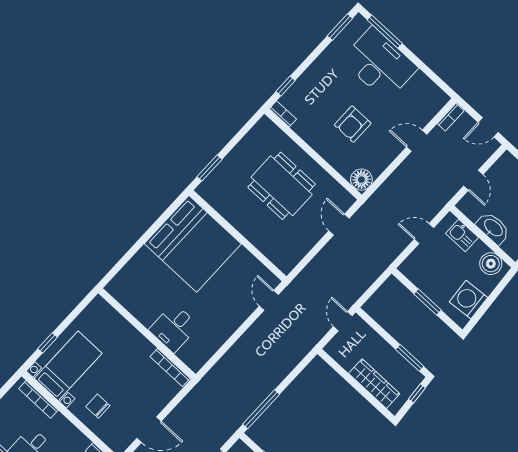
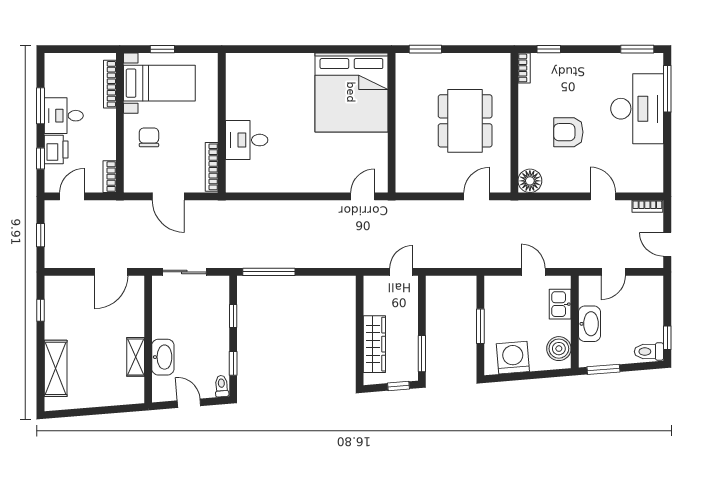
desk: (174, 328) -> (247, 140), moved
wall: (147, 334) -> (222, 123), moved
bookcase: (170, 367) -> (212, 167), moved

